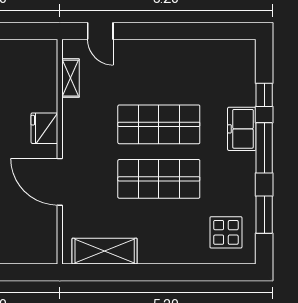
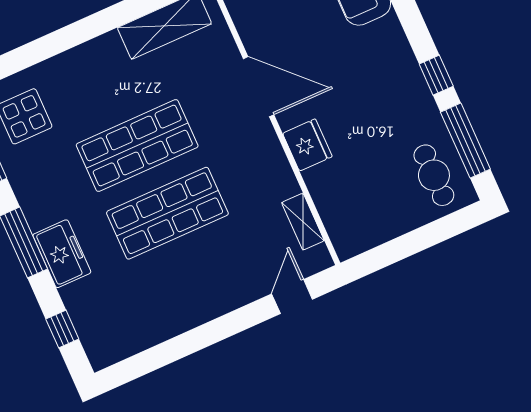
door: (100, 31) -> (292, 297), hinge flipped
window: (264, 95) -> (62, 329), moved

